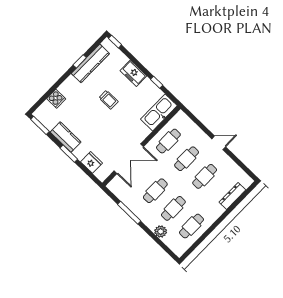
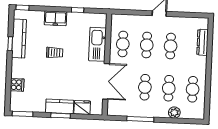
kitchen sink: (159, 112) -> (97, 44), moved
kitchen counter: (66, 137) -> (60, 106), moved

